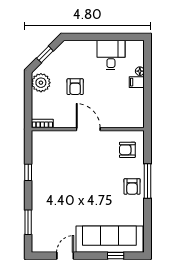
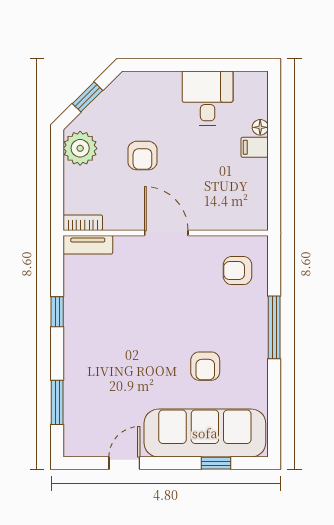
tv unit: (45, 136) -> (88, 245), added
armchair: (132, 186) -> (205, 366), moved

